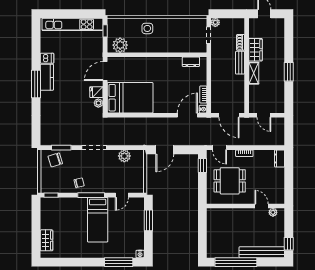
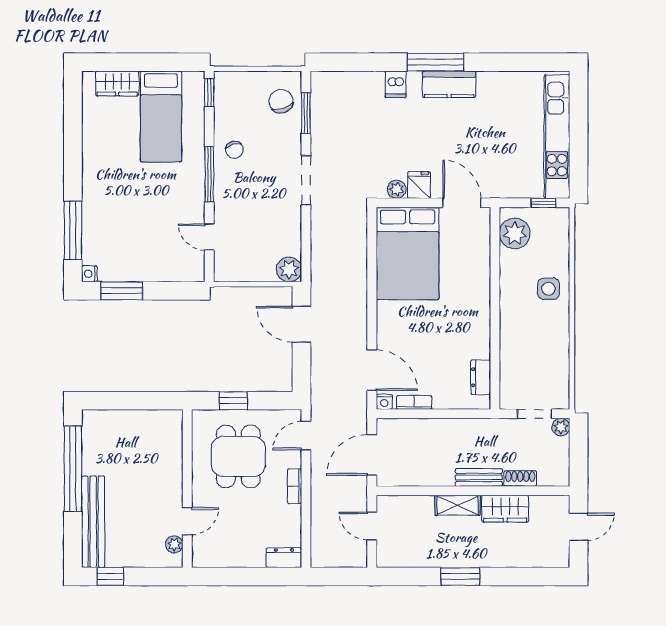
dishwasher: (47, 58) -> (396, 84), moved
door: (264, 115) -> (372, 526), hinge flipped
plant: (124, 156) -> (289, 269), moved
window: (202, 165) -> (233, 401), moved
bed: (98, 220) -> (161, 117), moved, turned -90
window: (148, 220) -> (122, 291), moved

